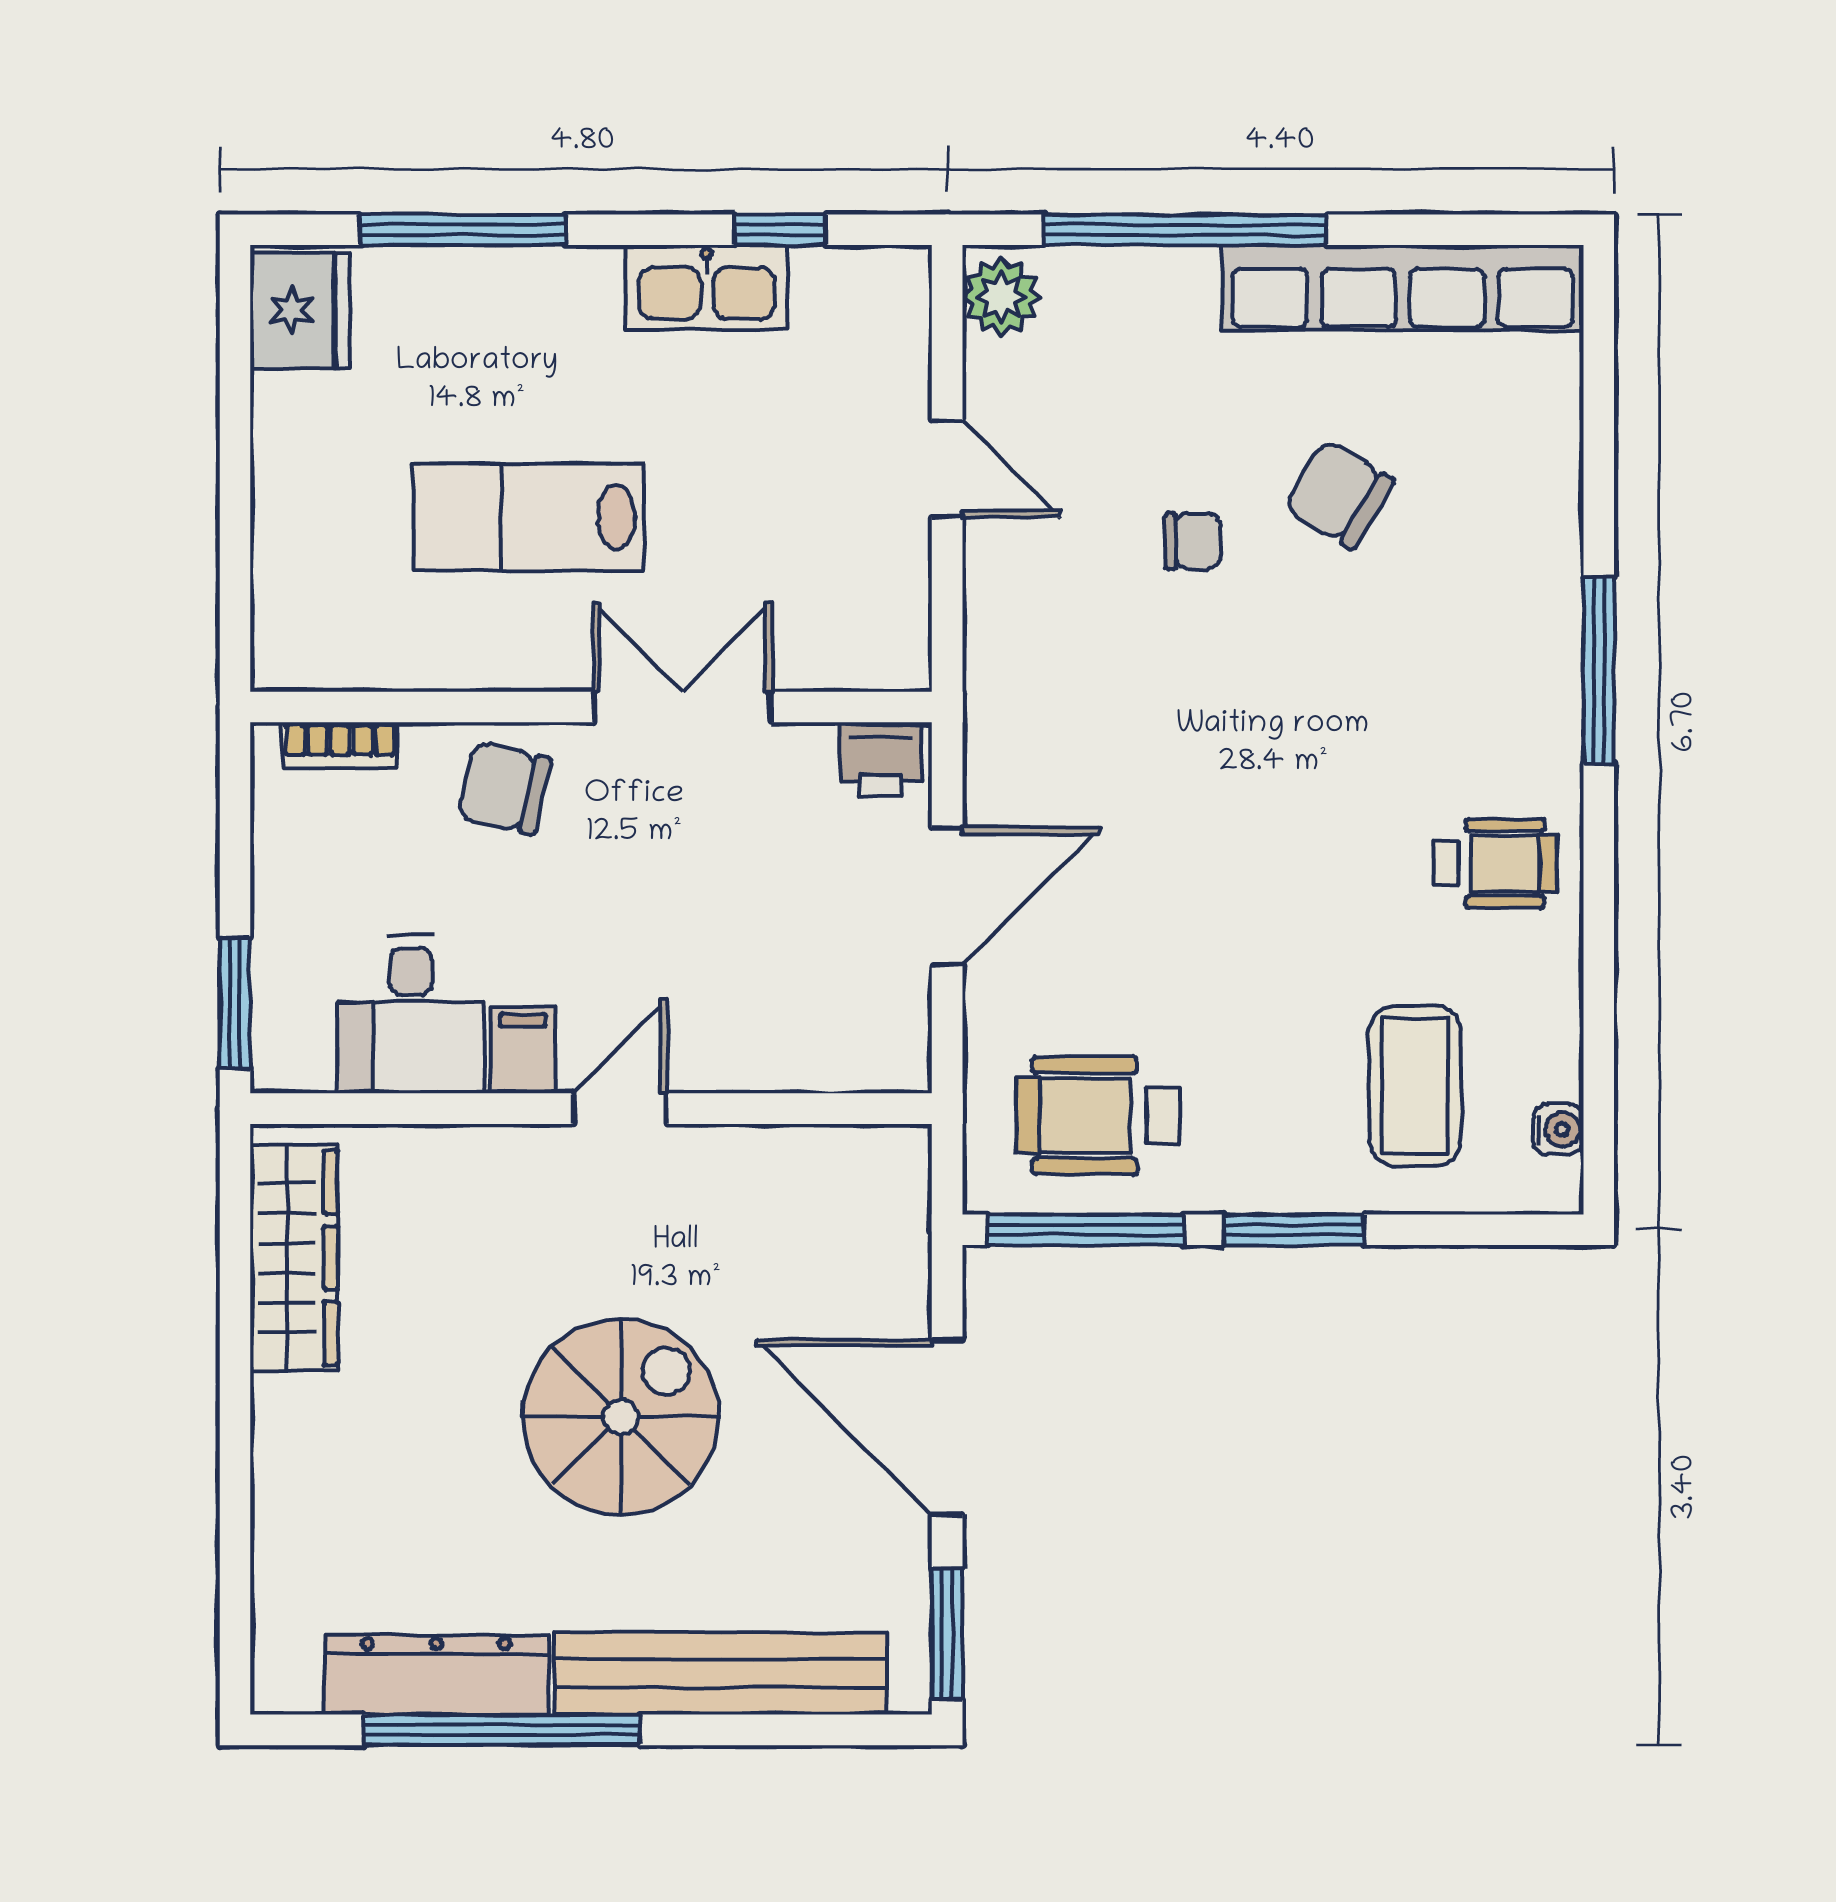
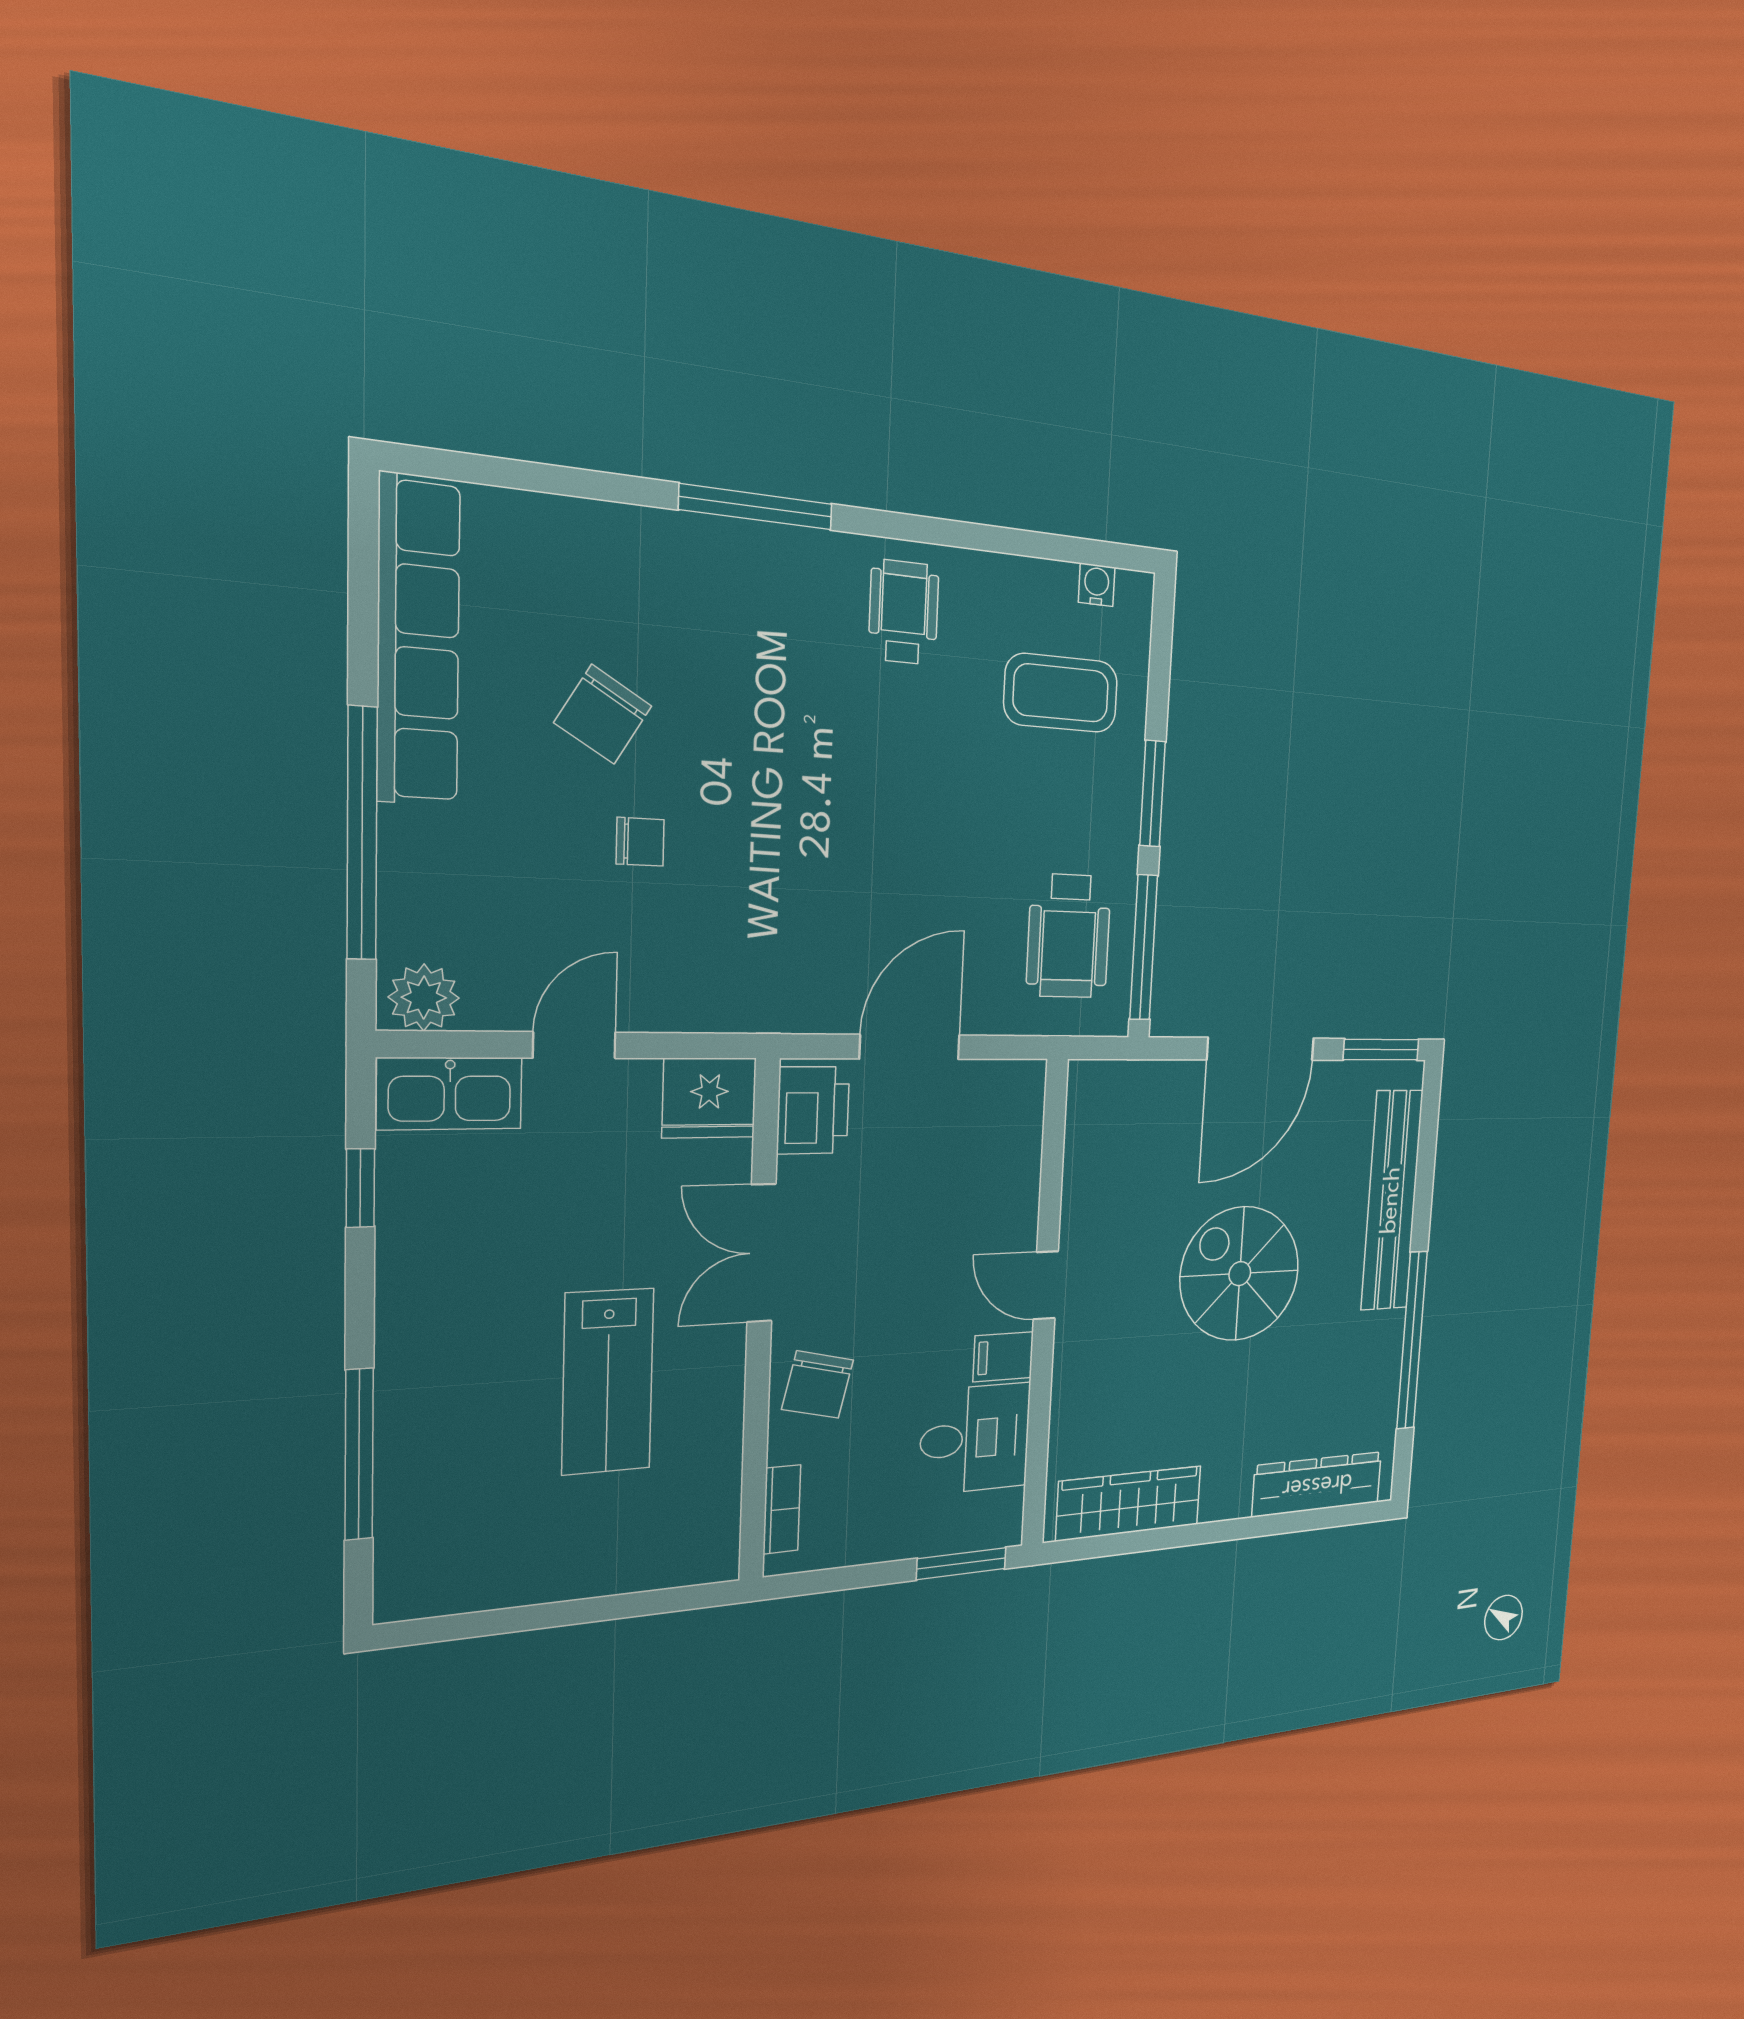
kitchen sink: (707, 287) -> (450, 1093), moved, turned 90
fridge: (300, 310) -> (709, 1098), moved, turned 180
chair: (1193, 541) -> (640, 842), turned 90
printer: (880, 760) -> (813, 1110), width x1.36, depth x1.24
door: (947, 896) -> (910, 1047), hinge flipped
dresser: (436, 1675) -> (1317, 1484), moved, turned 90

